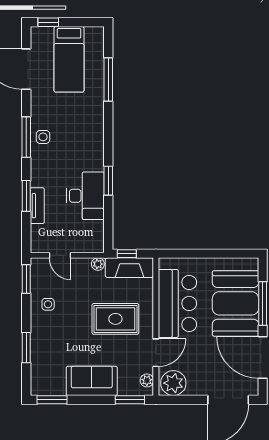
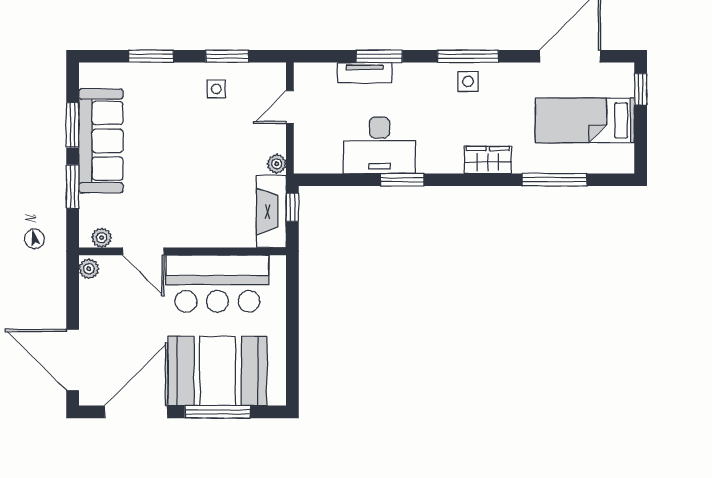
wardrobe: (95, 124) -> (488, 160), added
window: (26, 279) -> (227, 56), moved
rug: (115, 319) -> (194, 190), removed
sofa: (92, 381) -> (101, 141), width x1.36
plant: (173, 383) -> (89, 269), width x0.53, depth x0.53
window: (52, 400) -> (73, 125), moved
window: (130, 400) -> (73, 186), moved

